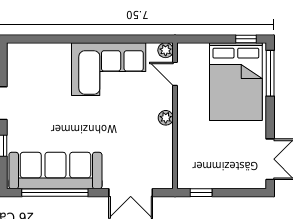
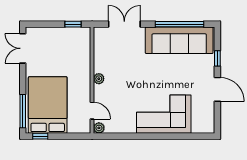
corner sofa: (109, 69) -> (164, 114), moved

